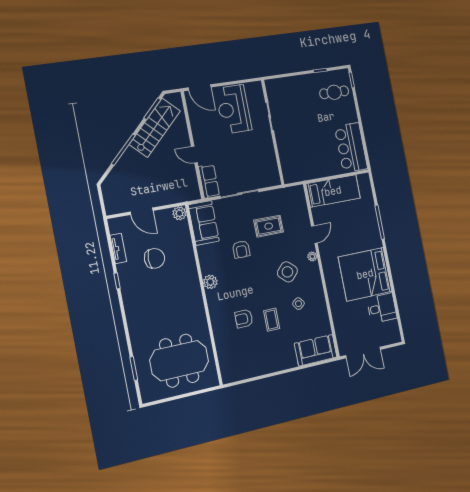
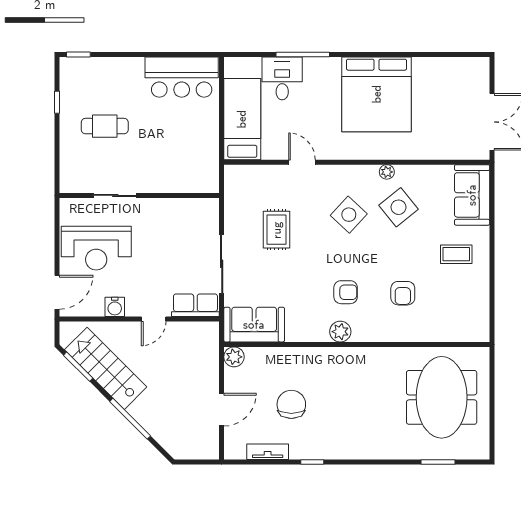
cafe table: (334, 92) -> (105, 126), moved, turned 90
water cooler: (197, 127) -> (115, 307), added
armchair: (241, 249) -> (346, 292), moved
plant: (312, 256) -> (387, 172), moved
side table: (298, 304) -> (398, 207), width x1.87, depth x1.87
desk: (382, 308) -> (282, 78), moved
coffee table: (272, 320) -> (456, 254), moved

